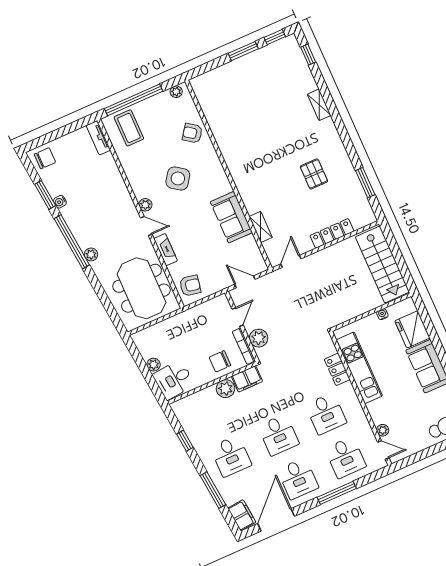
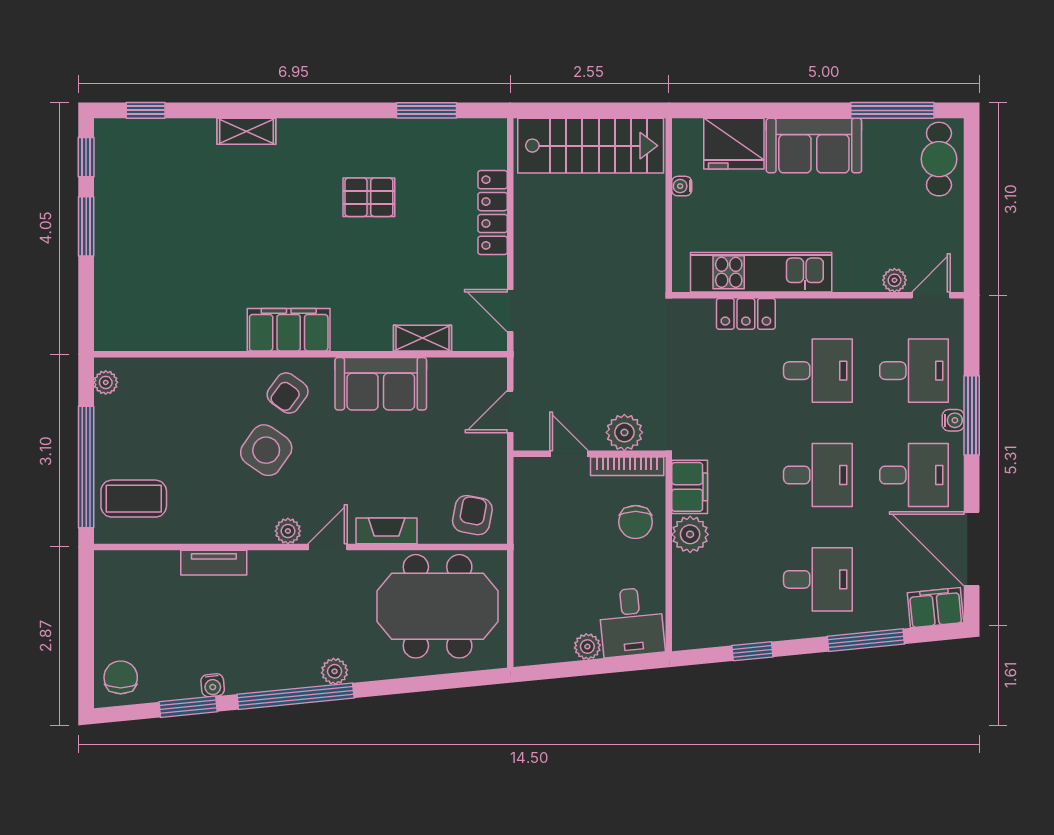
armchair: (192, 133) -> (288, 393), moved
tv unit: (98, 138) -> (214, 563), moved
filing cabinet: (237, 164) -> (289, 330), added
water cooler: (331, 485) -> (953, 420), added

